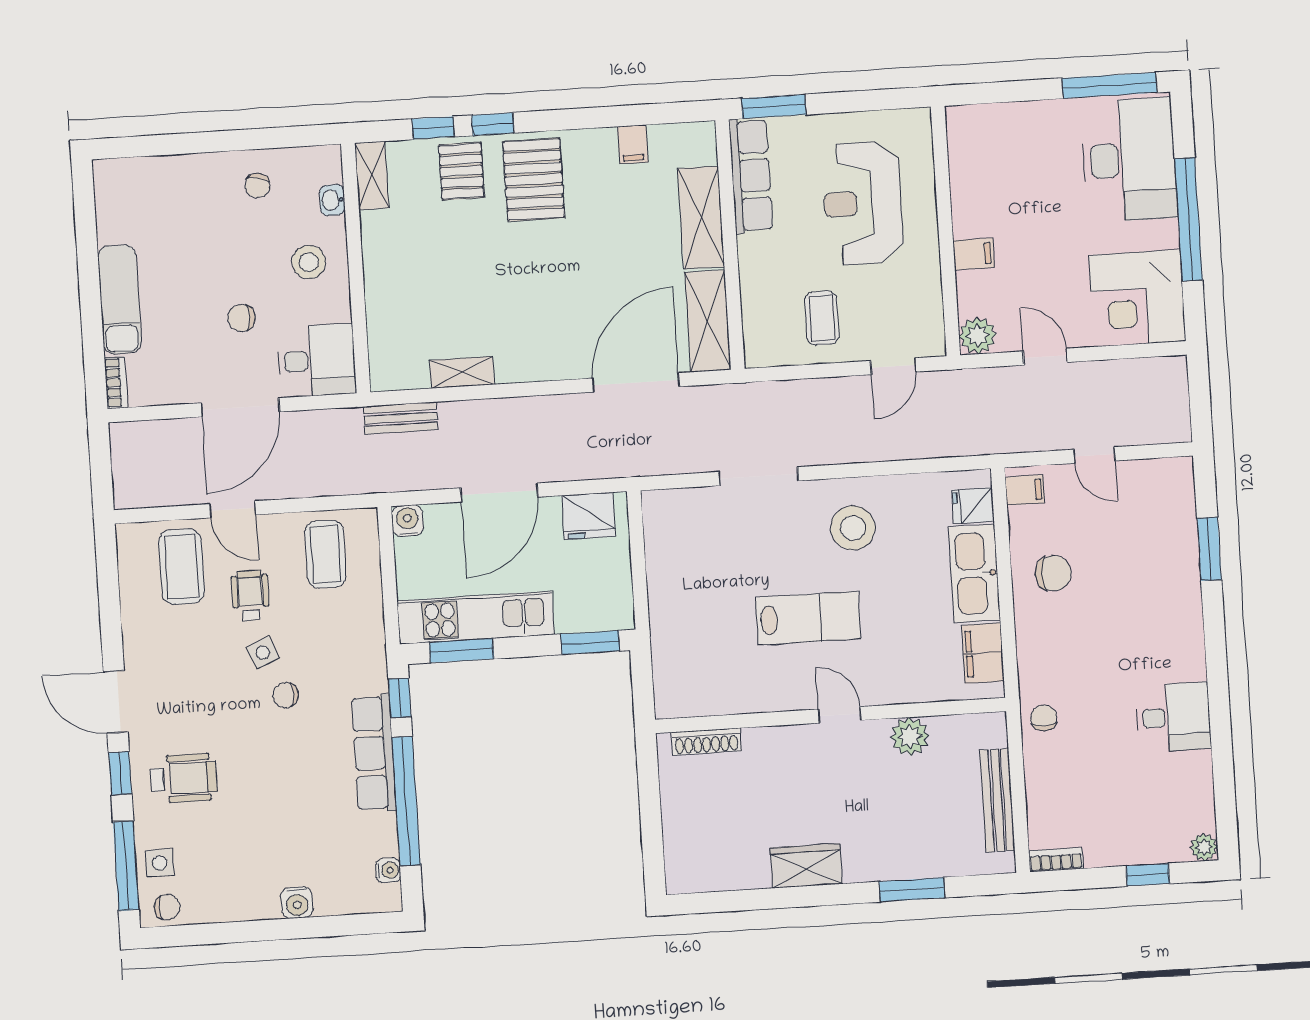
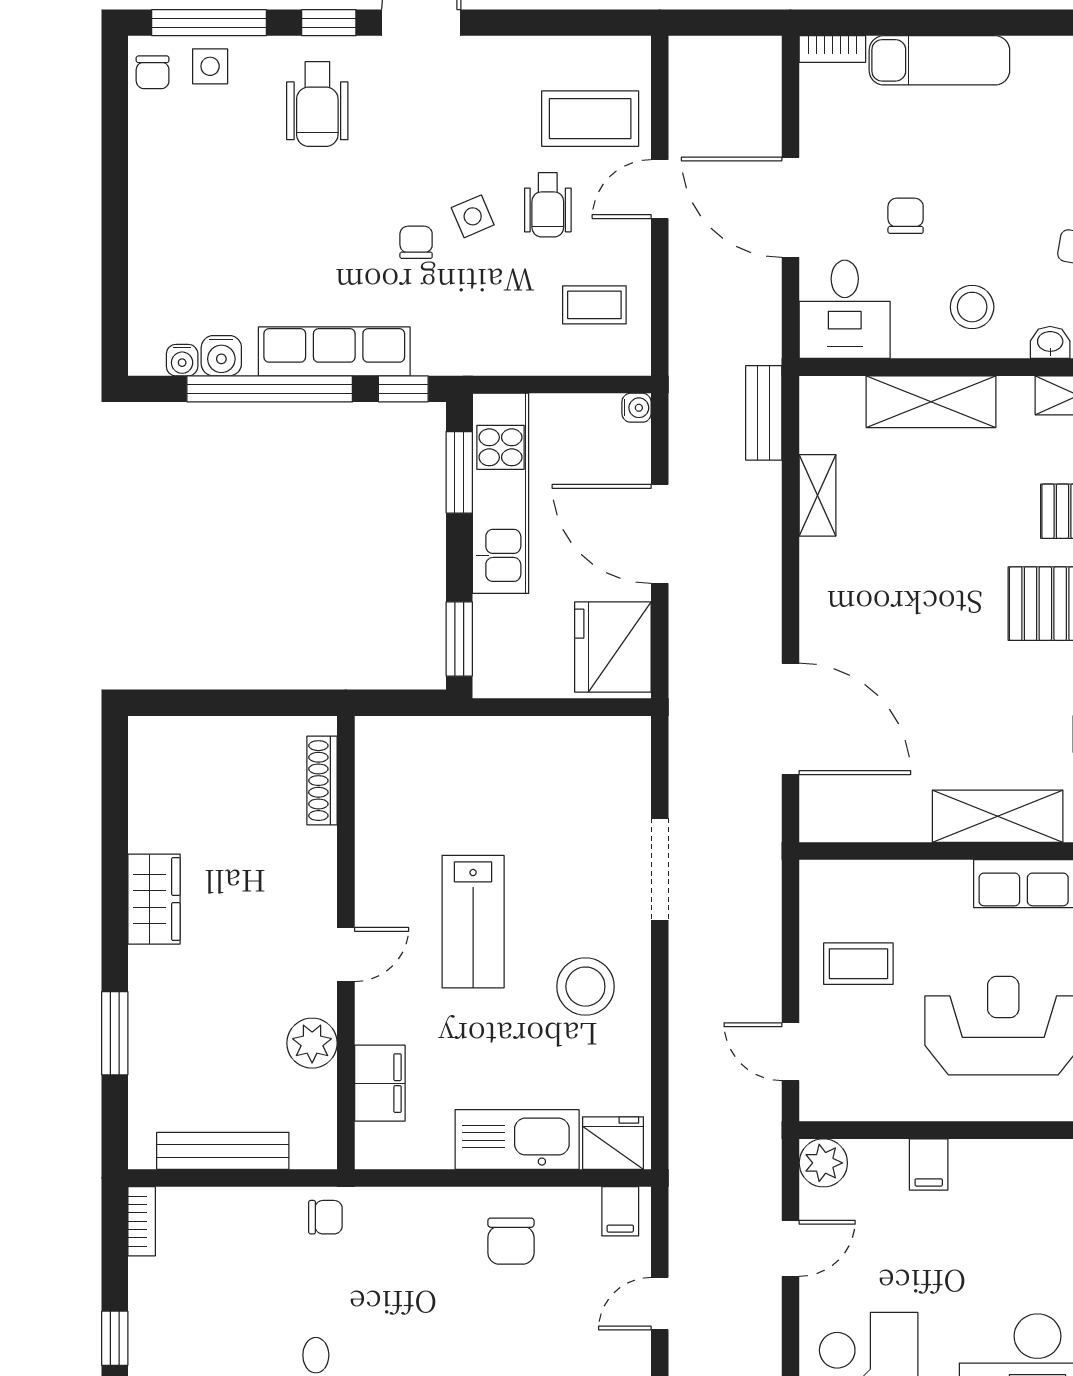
shelving: (708, 321) -> (931, 402), moved
fridge: (973, 506) -> (613, 1143), width x1.38
fridge: (589, 516) -> (613, 647), width x1.36, depth x1.34
water cooler: (407, 521) -> (637, 408), width x0.72, depth x0.72
coffee table: (325, 554) -> (594, 305), width x0.73, depth x0.77
wheelchair: (250, 595) -> (548, 205), turned 90
filing cabinet: (983, 653) -> (380, 1083), moved, turned 90
water cooler: (297, 903) -> (221, 356), moved, turned -90

